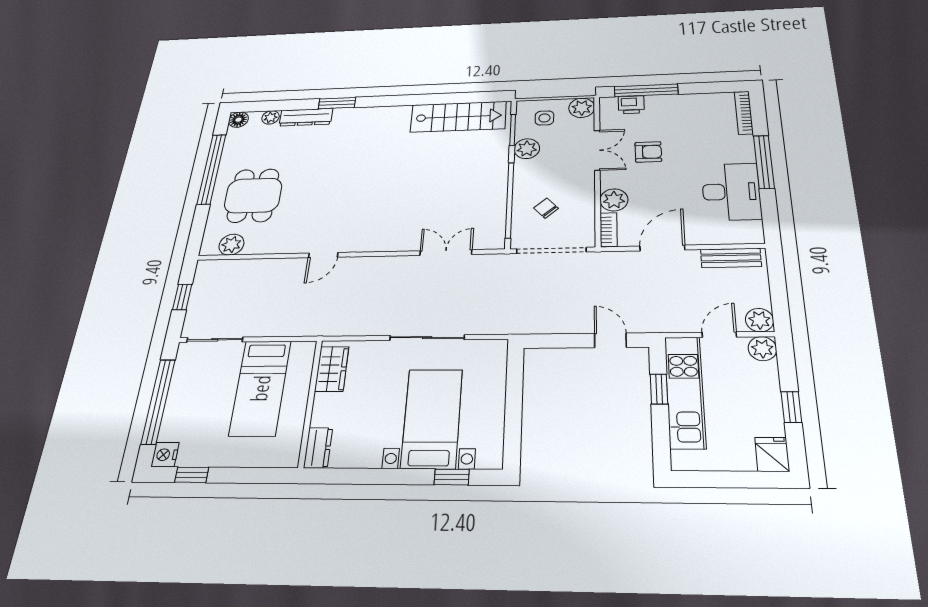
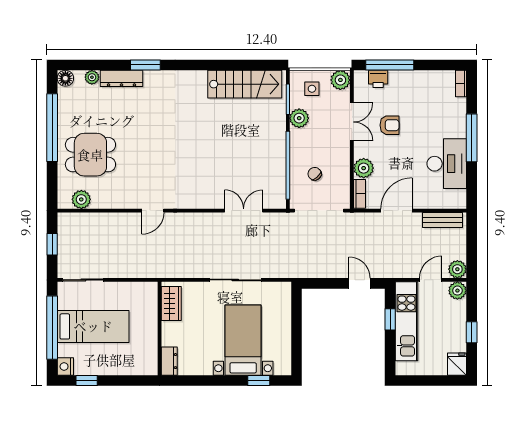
bookcase: (744, 113) -> (461, 83), width x0.64
dining table: (253, 195) -> (90, 155), turned 90
bed: (260, 388) -> (93, 326), moved, turned -90

